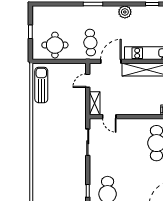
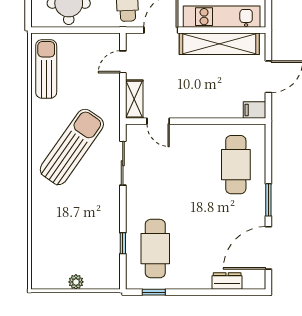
sun lounger: (57, 132) -> (72, 147), added

